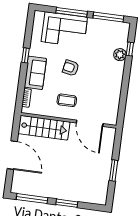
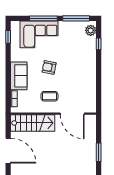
window: (26, 55) -> (8, 37), moved
plant: (120, 55) -> (91, 30), moved

